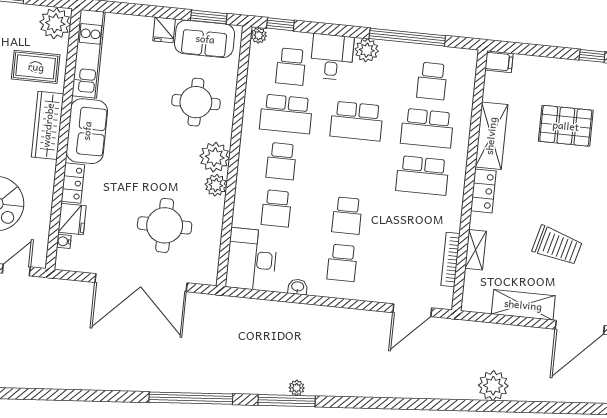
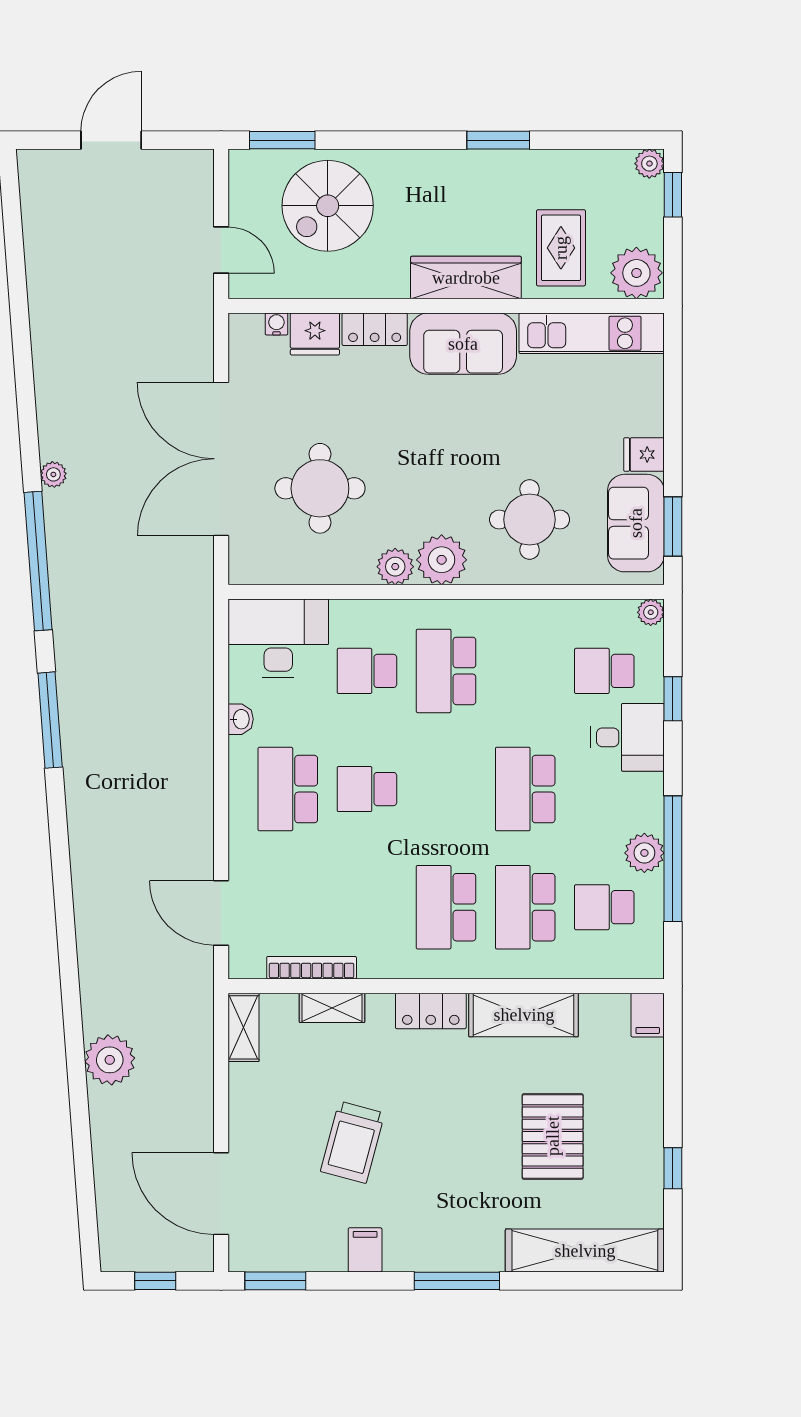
window: (280, 24) -> (673, 699), moved
plant: (367, 50) -> (644, 853), moved
school desk: (286, 114) -> (525, 671), removed
school desk: (281, 161) -> (446, 671), width x1.85
school desk: (342, 263) -> (288, 789), width x1.85
shelving: (523, 305) -> (243, 1027), moved, width x0.67, depth x0.75
plant: (297, 388) -> (53, 474), moved

